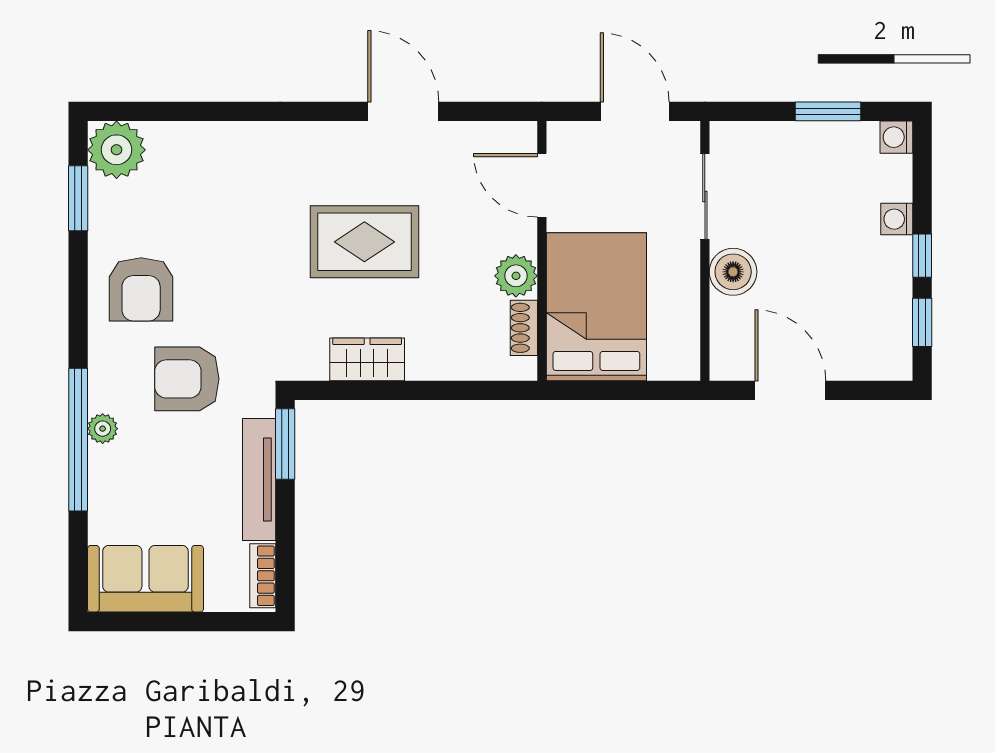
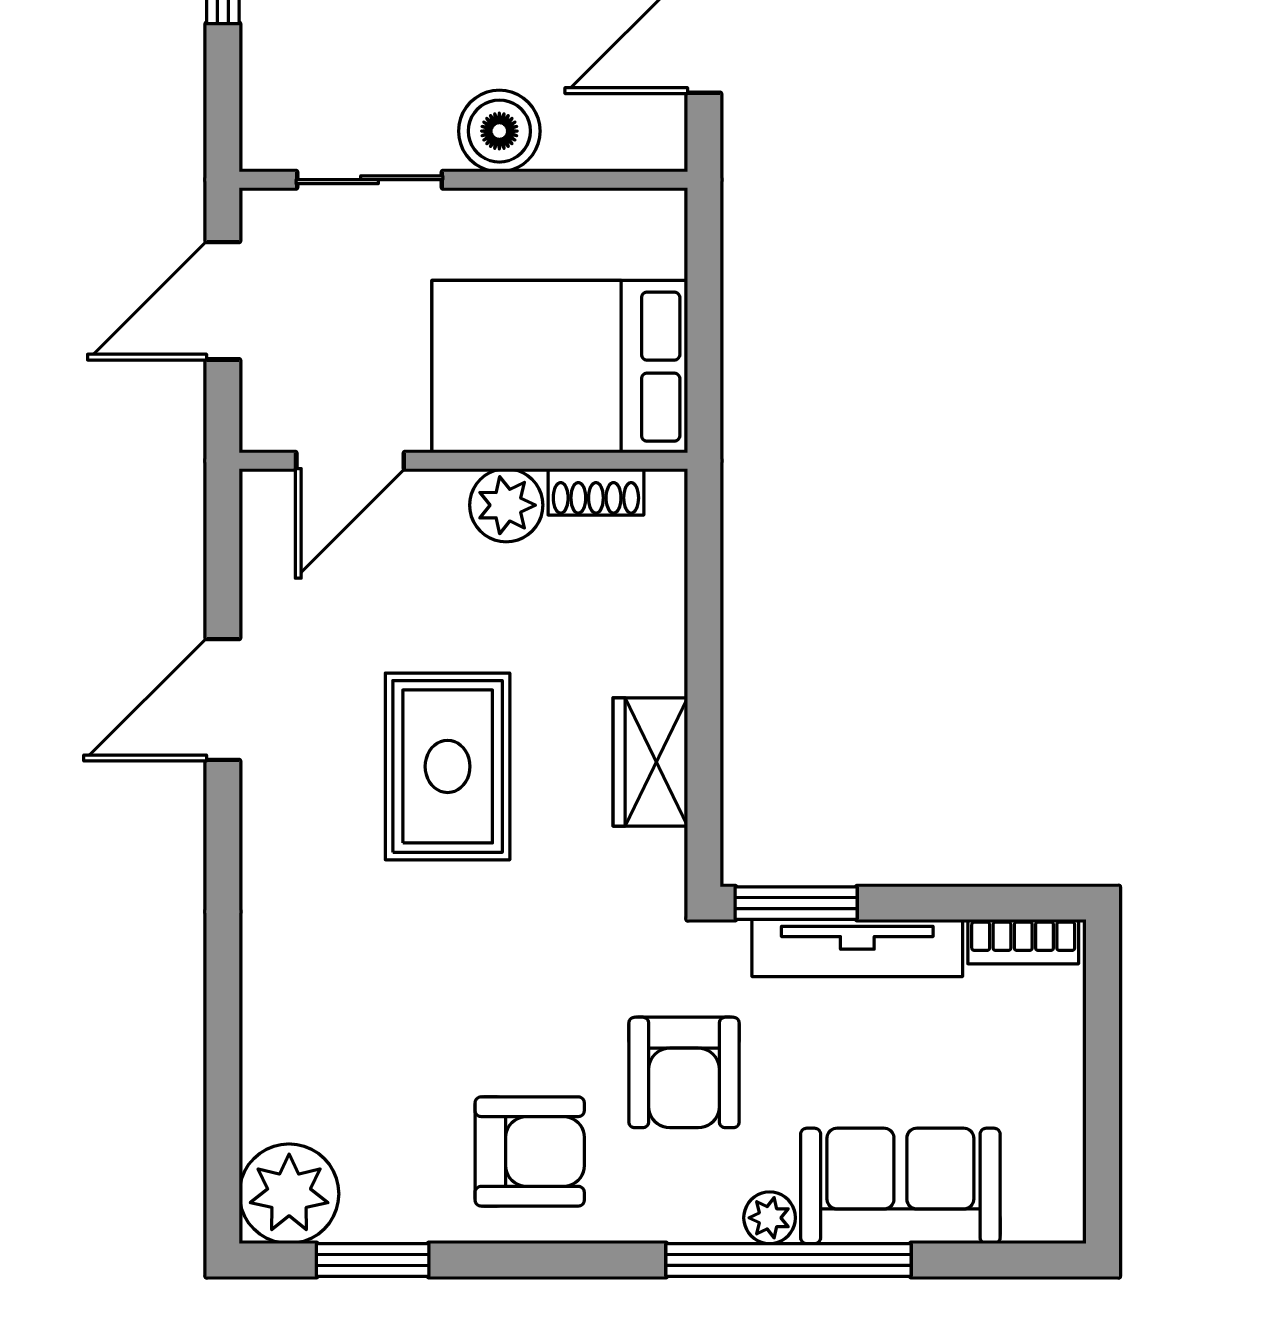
sofa: (145, 579) -> (900, 1186), moved, turned 90

